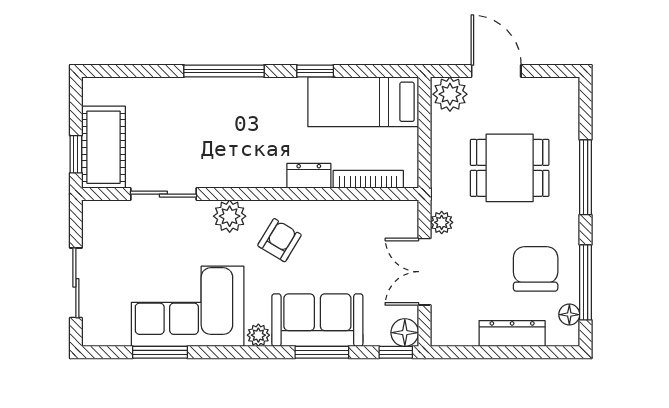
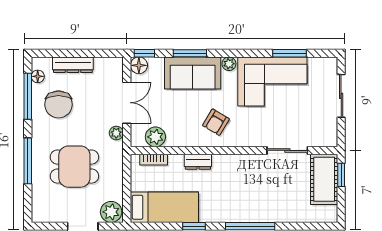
bookcase: (368, 179) -> (154, 160), width x0.64
plant: (230, 216) -> (155, 137), moved

